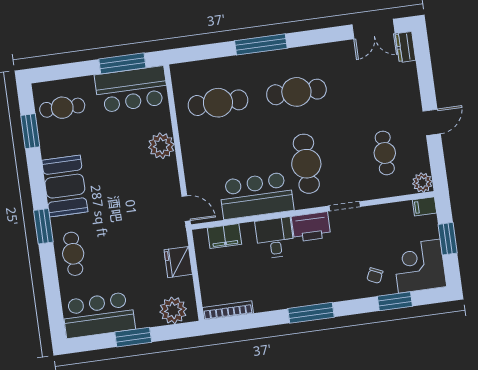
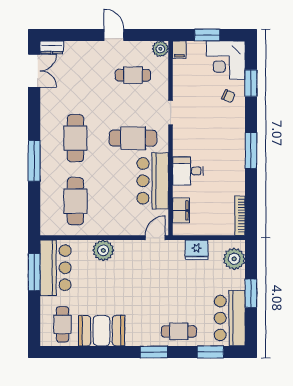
window: (30, 131) -> (210, 352), moved
booth: (65, 186) -> (102, 331), moved
printer: (311, 227) -> (183, 141), removed

